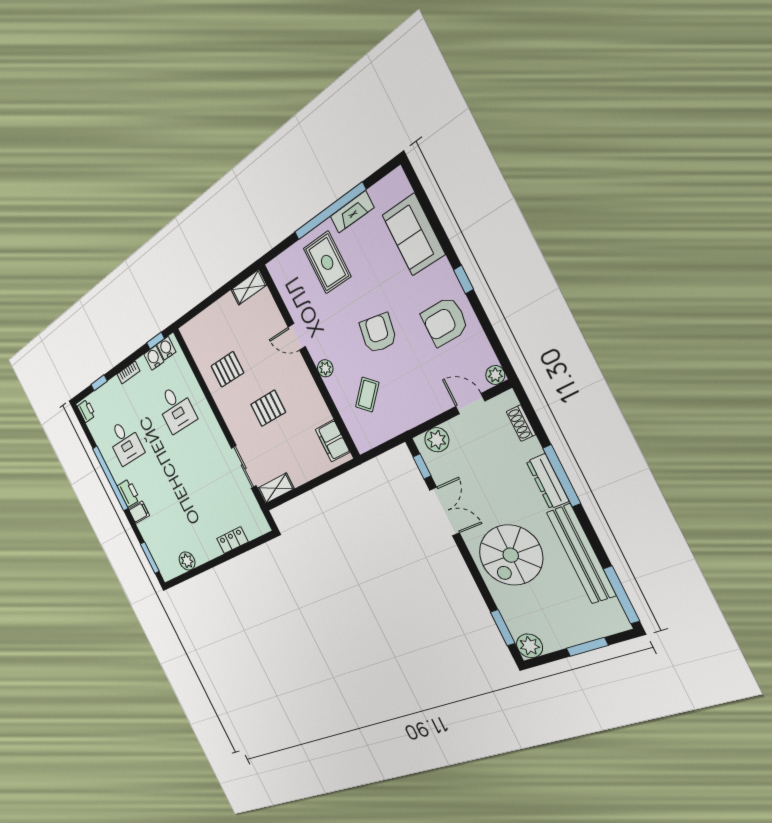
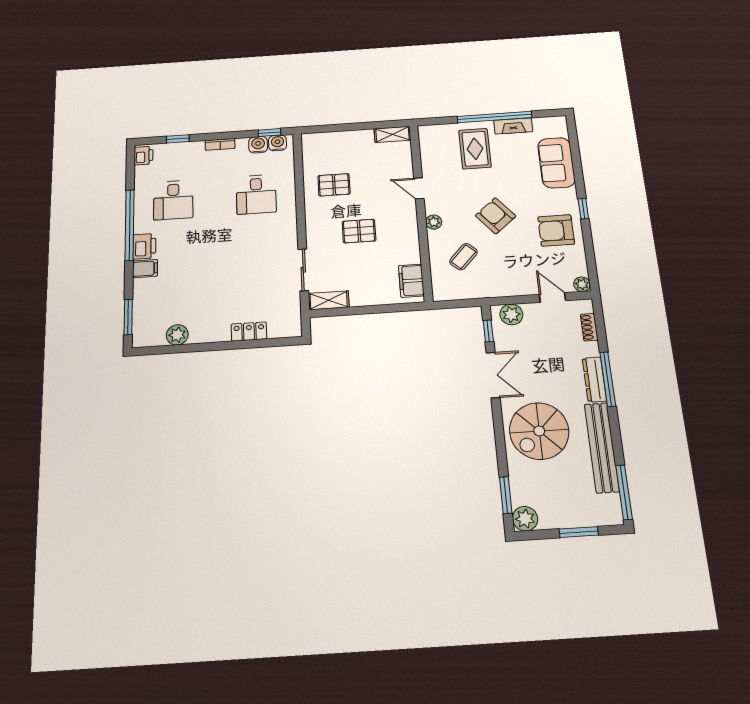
armchair: (378, 333) -> (496, 216), turned -50

